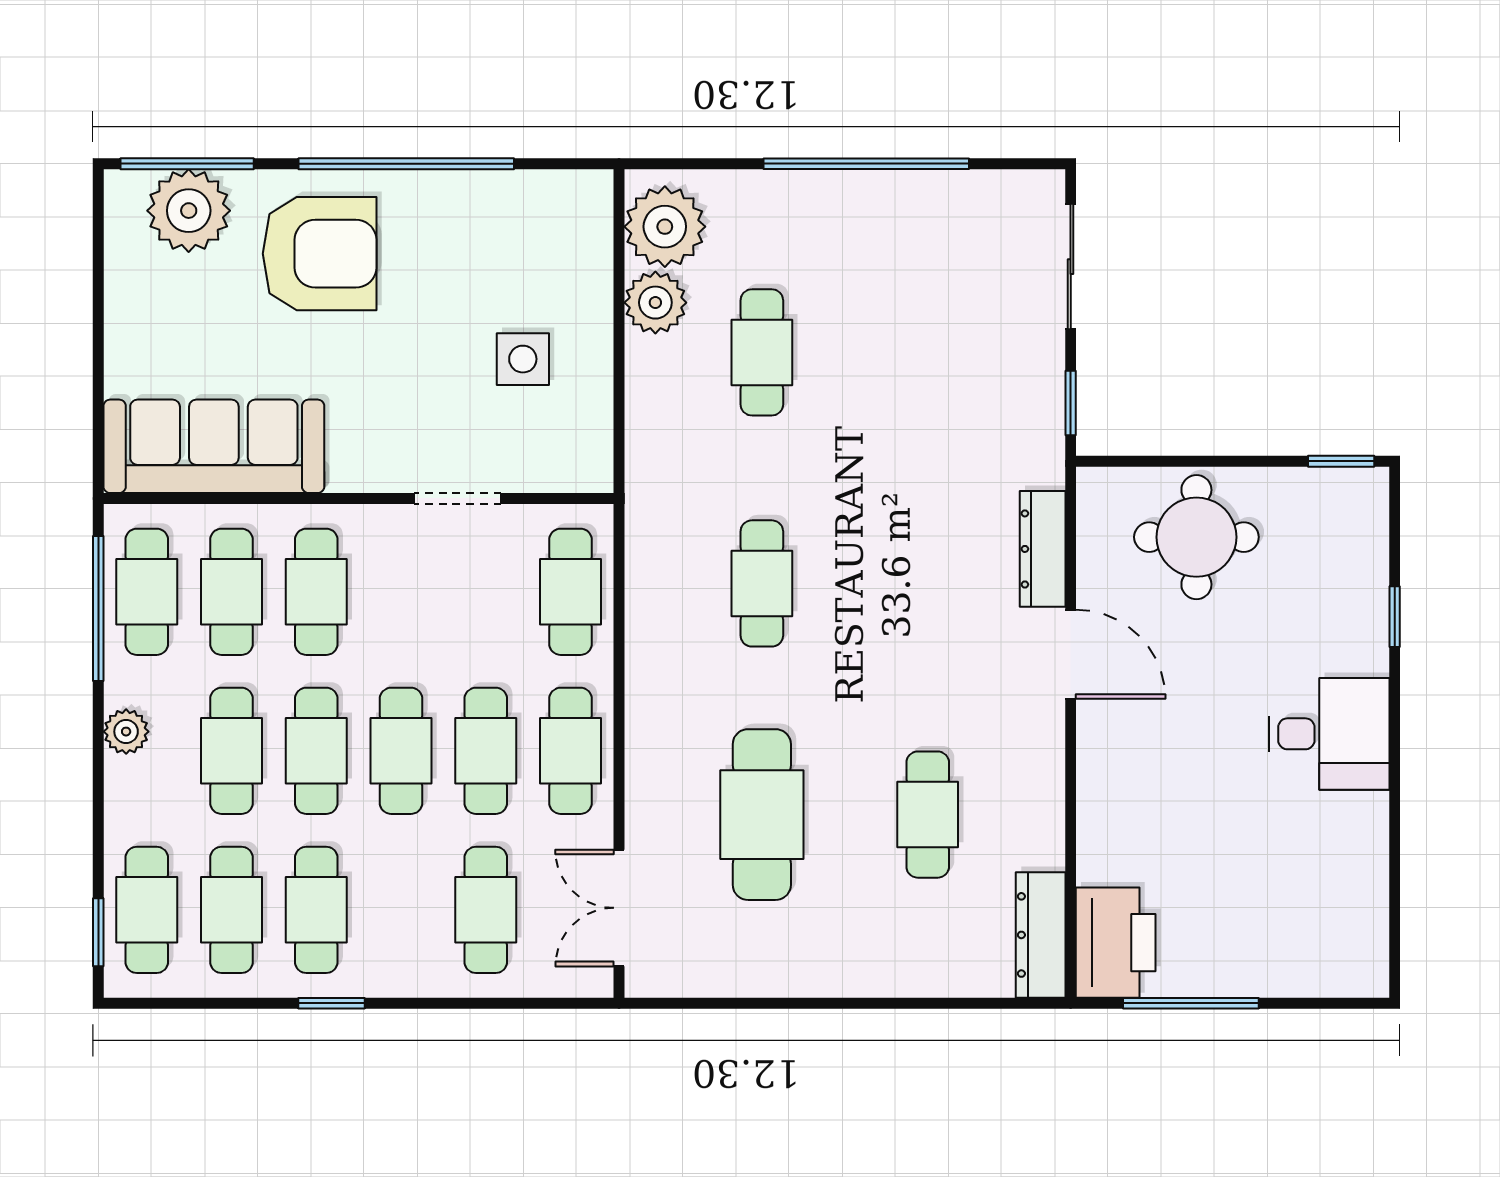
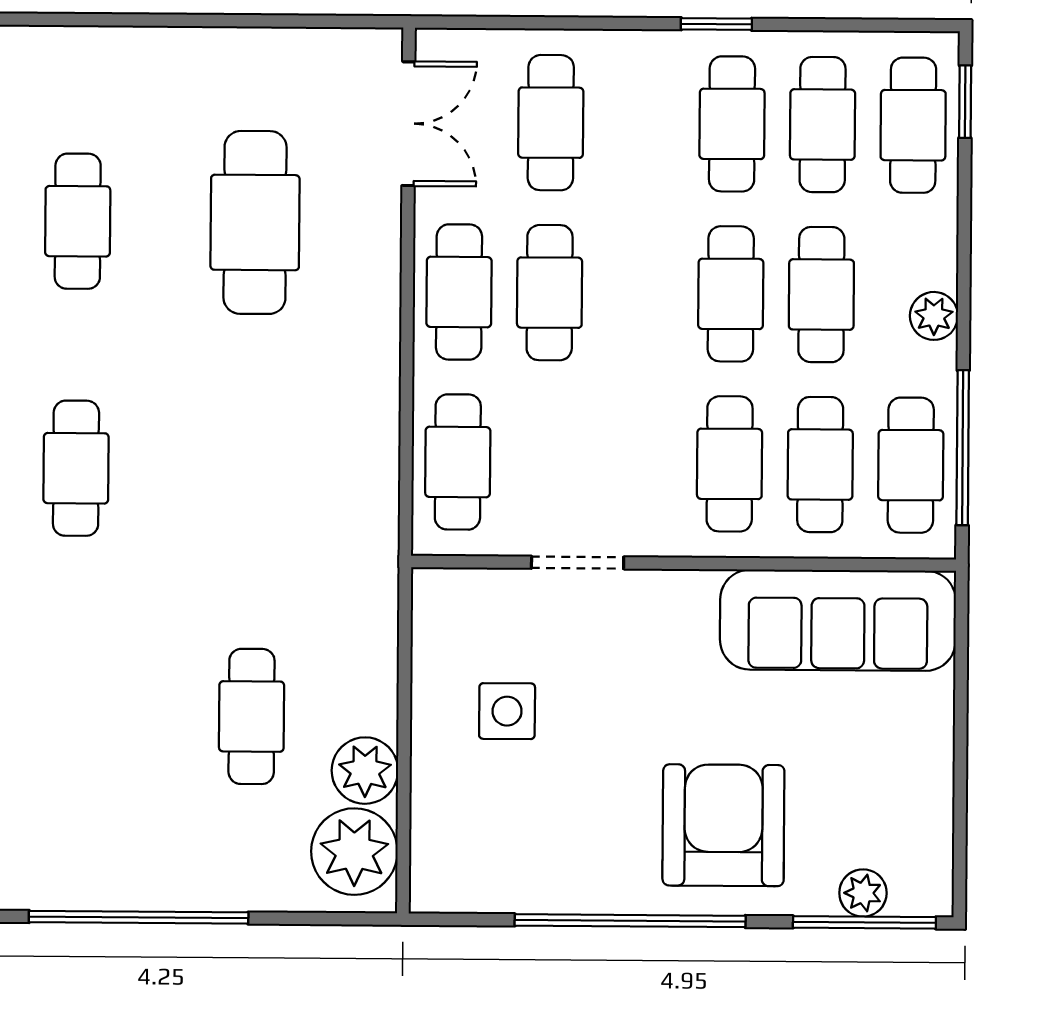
plant: (189, 211) -> (863, 893), width x0.53, depth x0.53
armchair: (320, 254) -> (723, 825), turned 90
cafe table: (762, 583) -> (76, 468), moved
cafe table: (401, 751) -> (640, 293), removed

